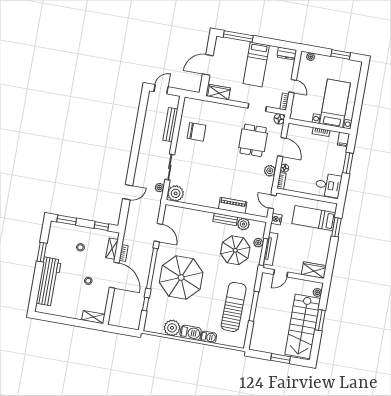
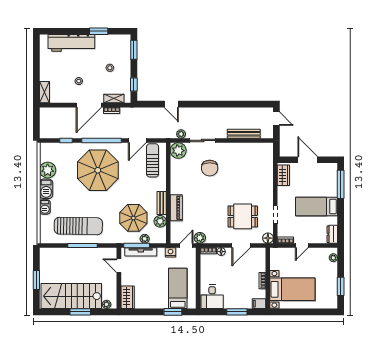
chair: (196, 132) -> (210, 168), moved
plant: (270, 171) -> (200, 238), moved
sun lounger: (181, 221) -> (153, 160), added

